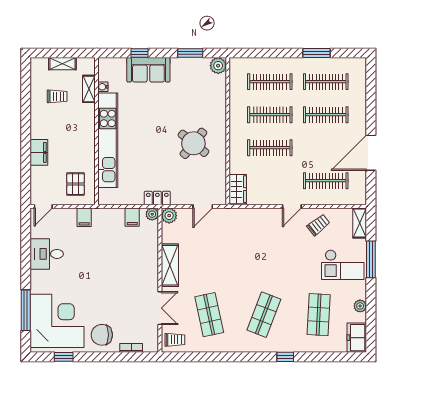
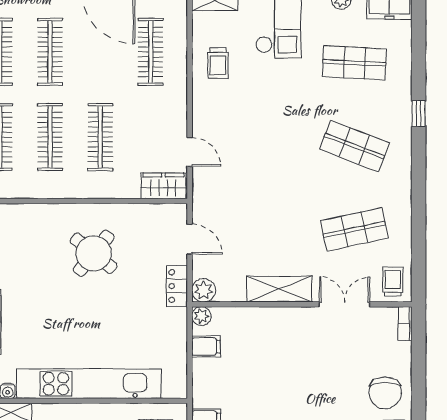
locker: (157, 198) -> (177, 286), moved
door: (292, 206) -> (190, 152), moved
trolley: (318, 225) -> (218, 63), turned -142
bookcase: (131, 348) -> (405, 324), moved

